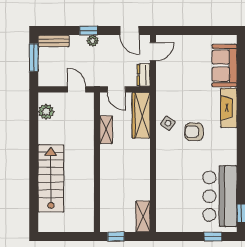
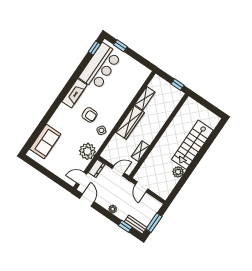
window: (89, 31) -> (125, 226), moved
plant: (168, 88) -> (87, 151), added
door: (116, 89) -> (118, 171), hinge flipped
fireplace: (229, 108) -> (74, 93), moved
plant: (46, 112) -> (178, 172), moved
wardrobe: (141, 115) -> (130, 122), moved
shelving: (143, 217) -> (145, 98), moved

